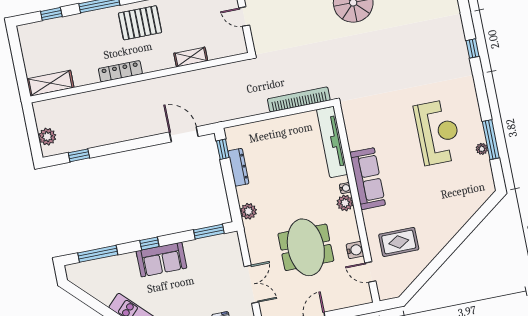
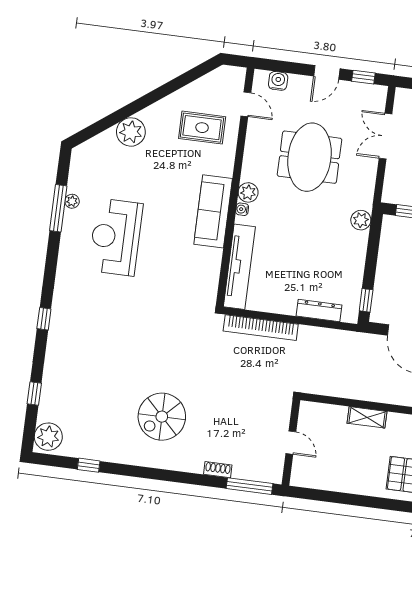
dresser: (238, 167) -> (319, 311), moved, turned 90
plant: (454, 219) -> (131, 132), added
water cooler: (355, 250) -> (278, 81), moved, turned 90

